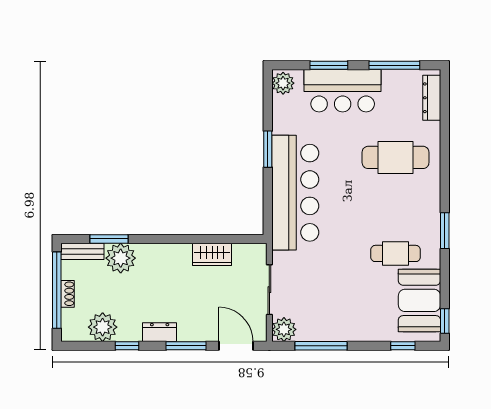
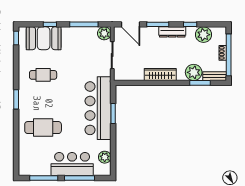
window: (329, 65) -> (80, 178), width x1.44
plant: (283, 83) -> (105, 157), moved
dresser: (432, 98) -> (23, 160), removed
window: (268, 149) -> (113, 113), moved
window: (445, 231) -> (16, 99), moved
wardrobe: (212, 254) -> (160, 74), moved, width x1.50
booth: (419, 300) -> (44, 38), moved, turned 90
dresser: (160, 332) -> (172, 32), width x1.44
window: (403, 346) -> (50, 24), moved

